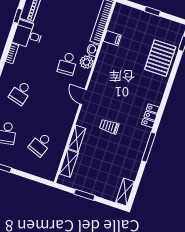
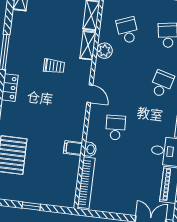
filing cabinet: (112, 38) -> (73, 148), moved
plant: (87, 62) -> (104, 51), moved
school desk: (40, 144) -> (127, 30), turned -42

